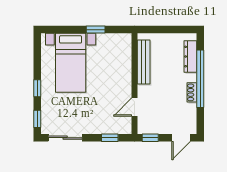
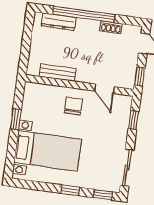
bench: (144, 62) -> (58, 73), width x0.73
chair: (115, 81) -> (73, 106), added
shoe rack: (192, 92) -> (111, 27), moved

